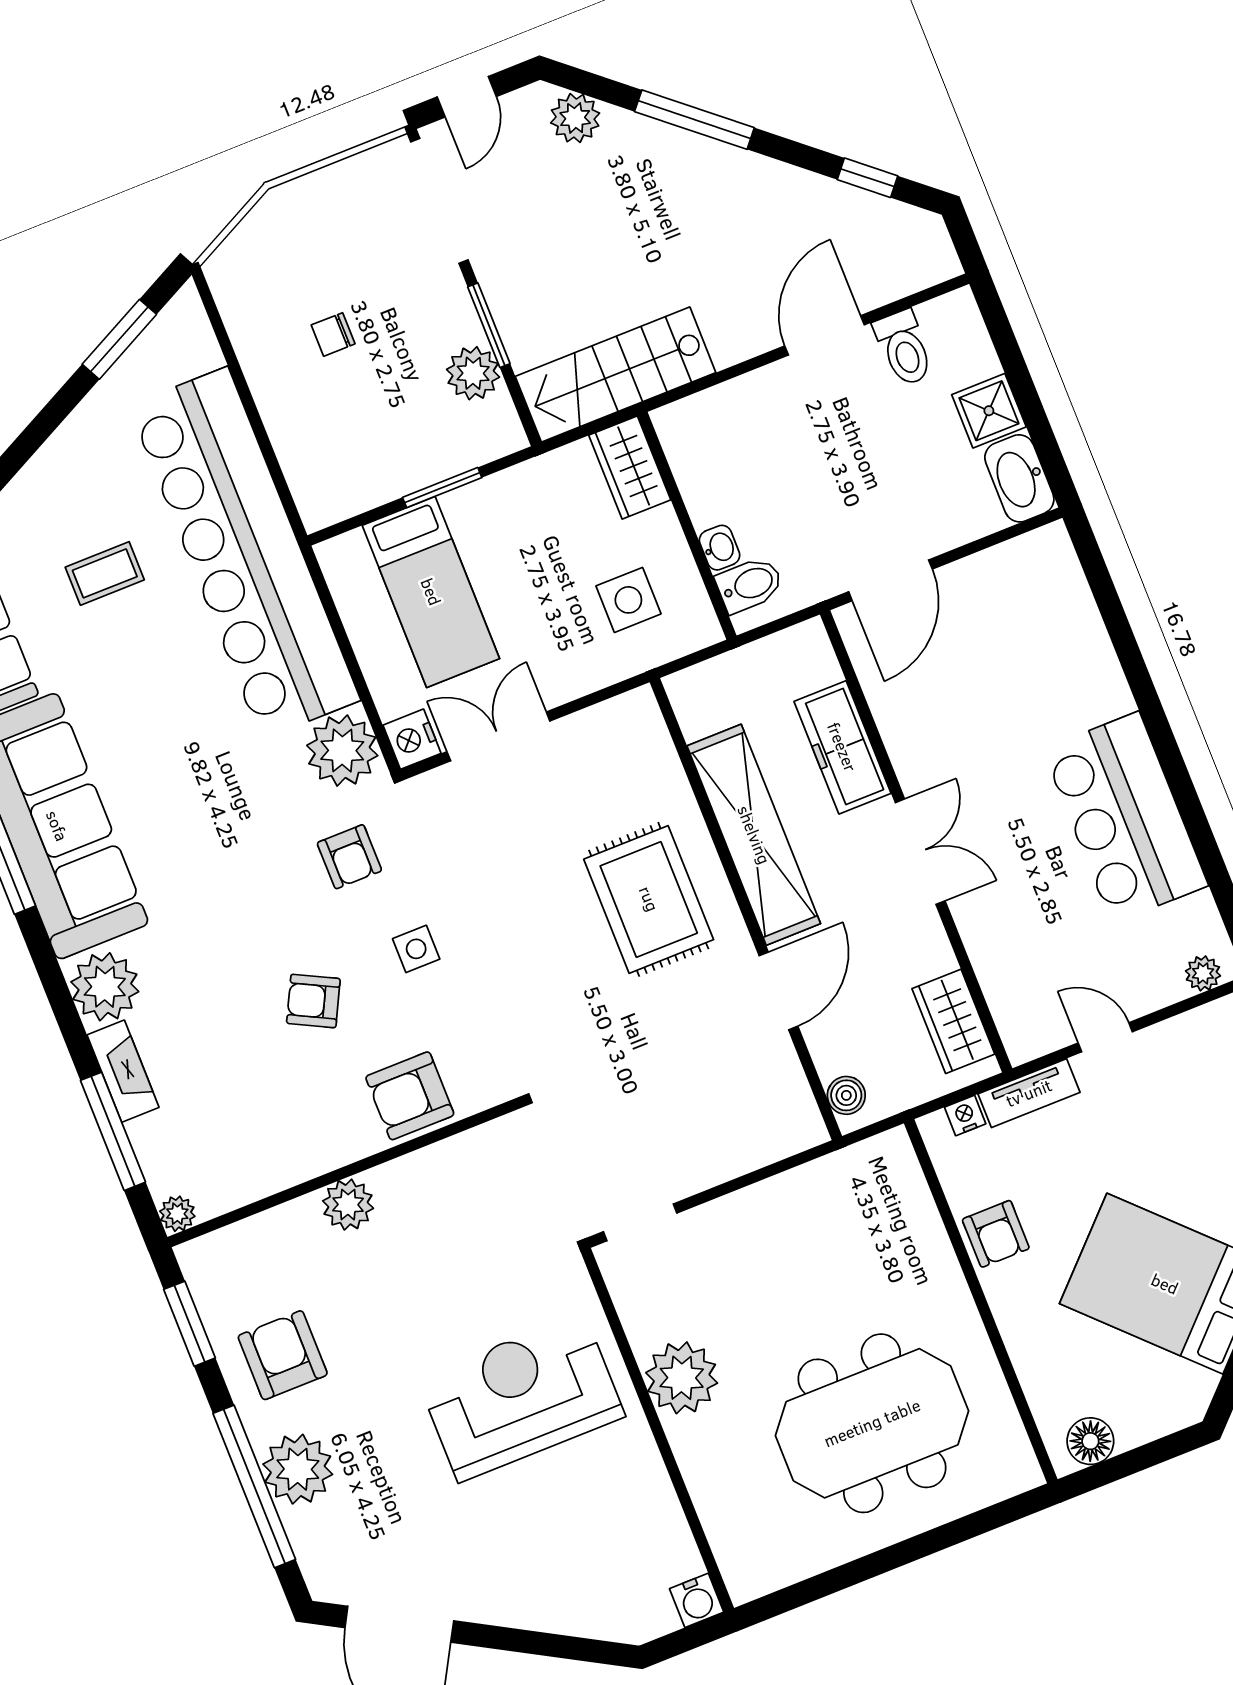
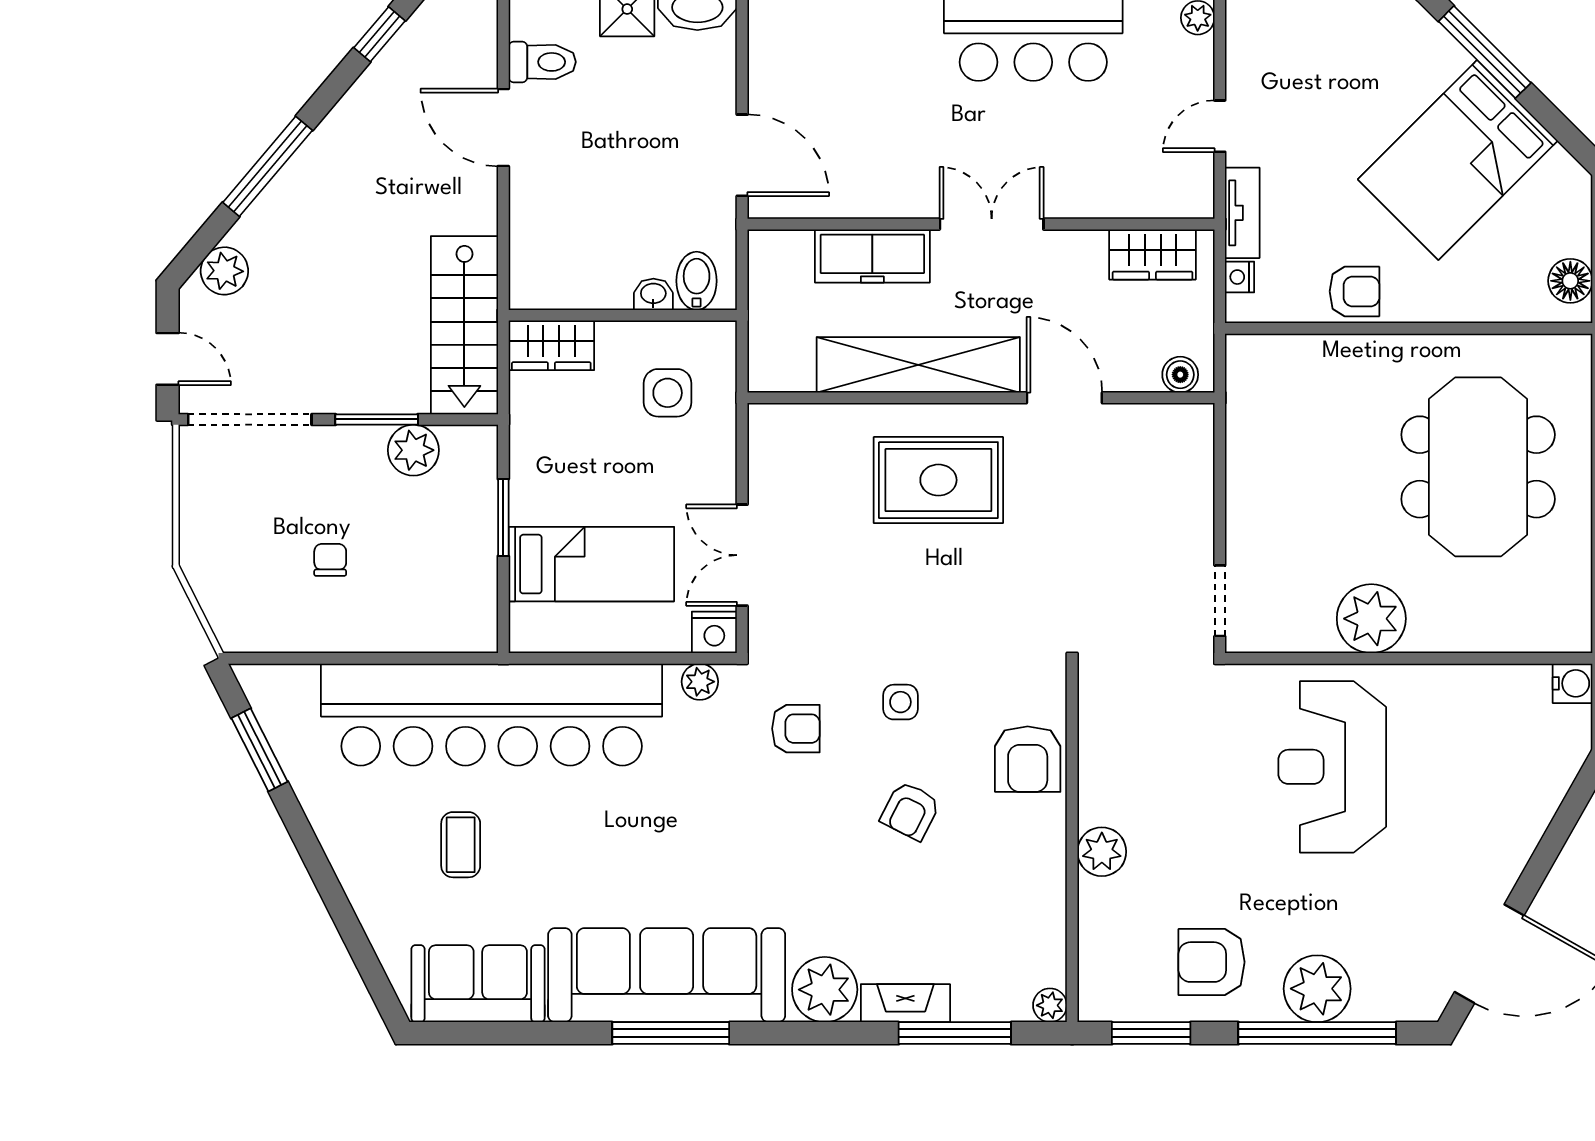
chair: (333, 334) -> (330, 560), turned 180
plant: (342, 751) -> (700, 682), width x0.53, depth x0.53

